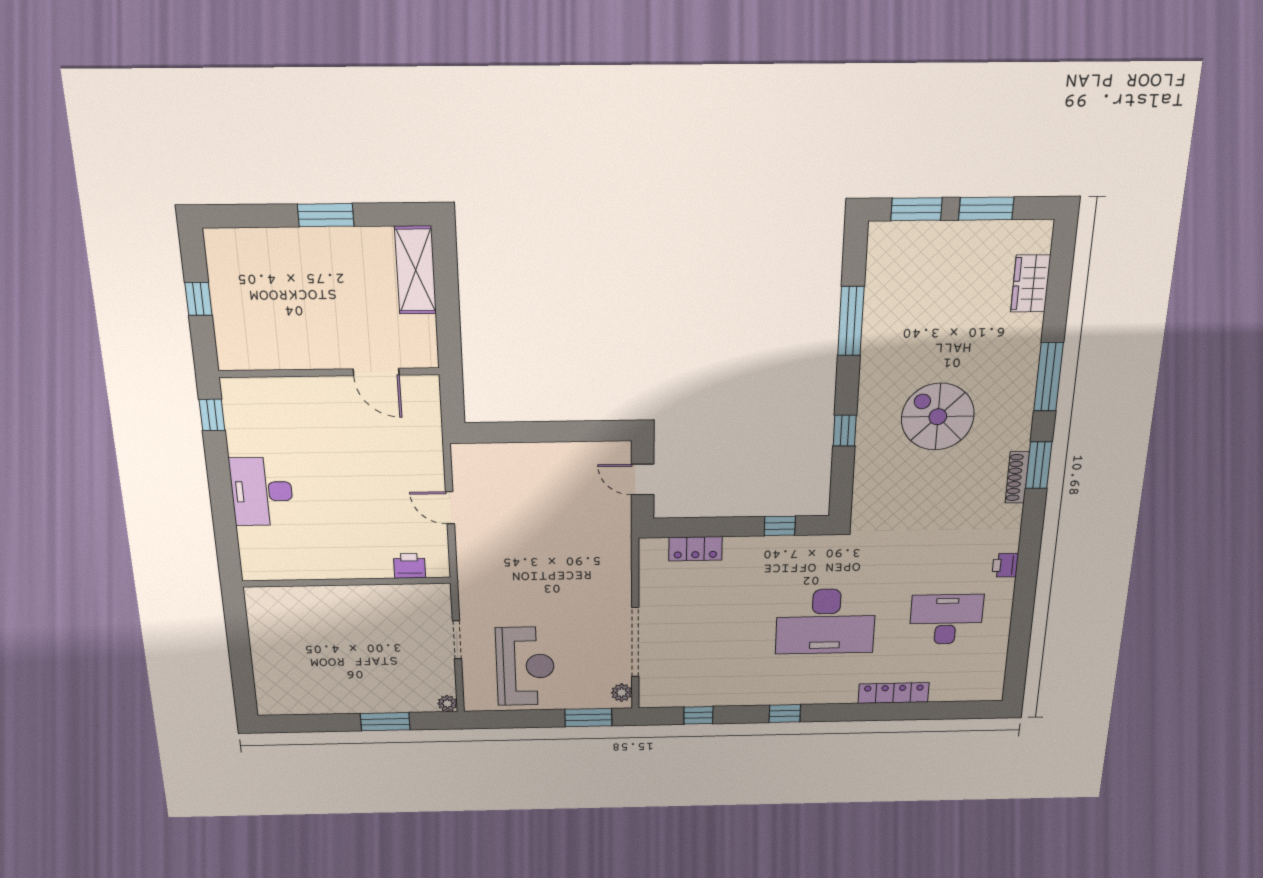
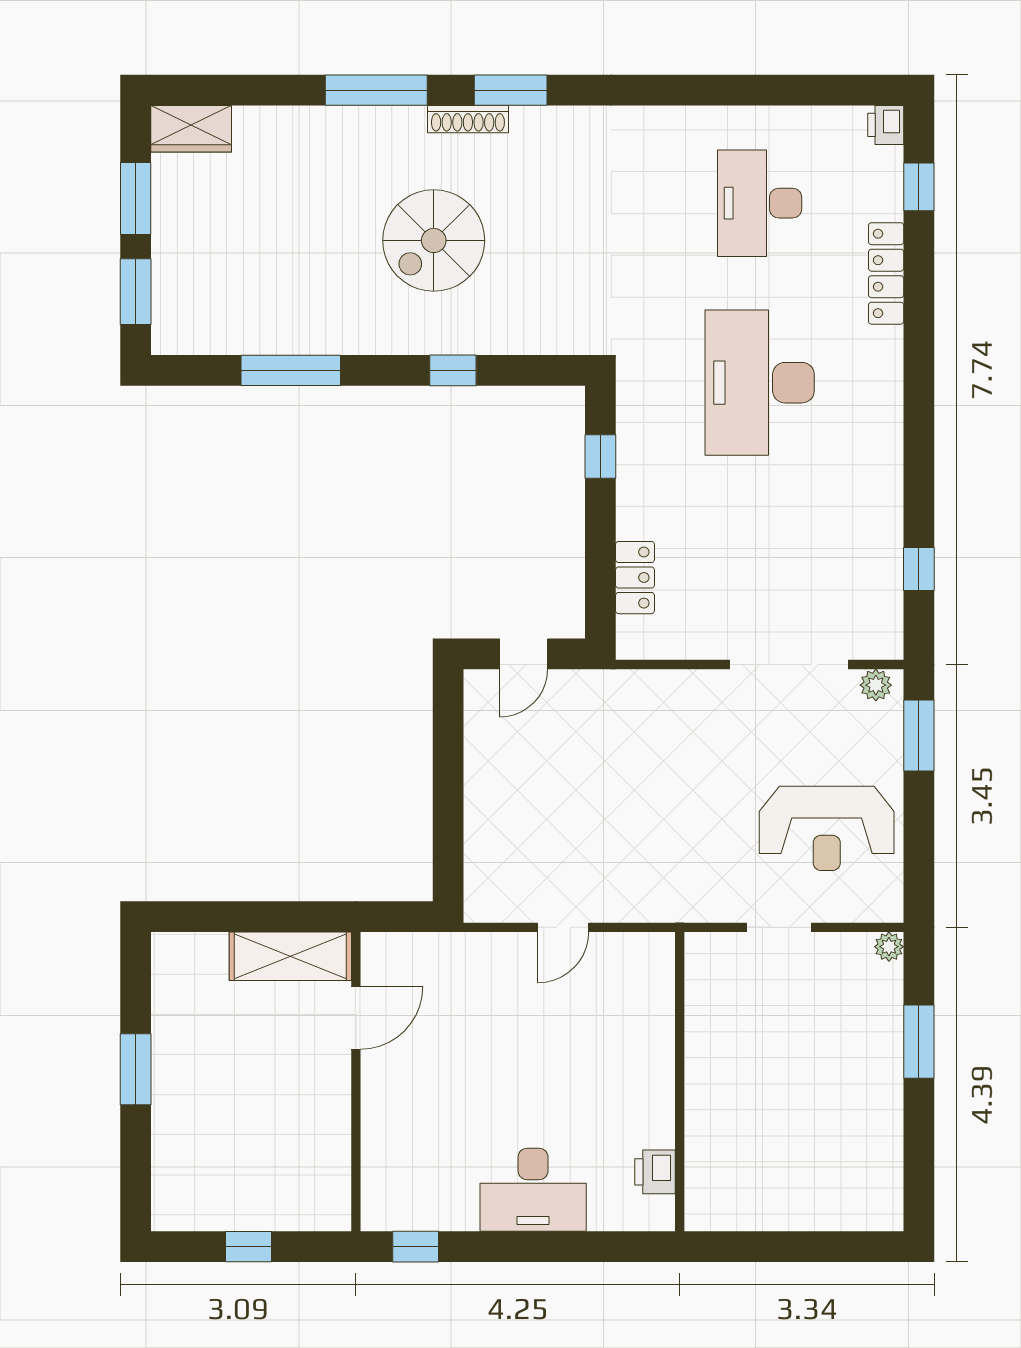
shelving: (416, 270) -> (290, 956), moved
wardrobe: (1031, 284) -> (191, 129), moved
shoe rack: (1017, 478) -> (468, 119), moved
printer: (1005, 565) -> (886, 125), moved, turned 90
printer: (409, 566) -> (655, 1172), moved
desk: (826, 621) -> (760, 383), turned 180
reception desk: (525, 666) -> (827, 828), turned 180
window: (785, 714) -> (919, 187), moved

